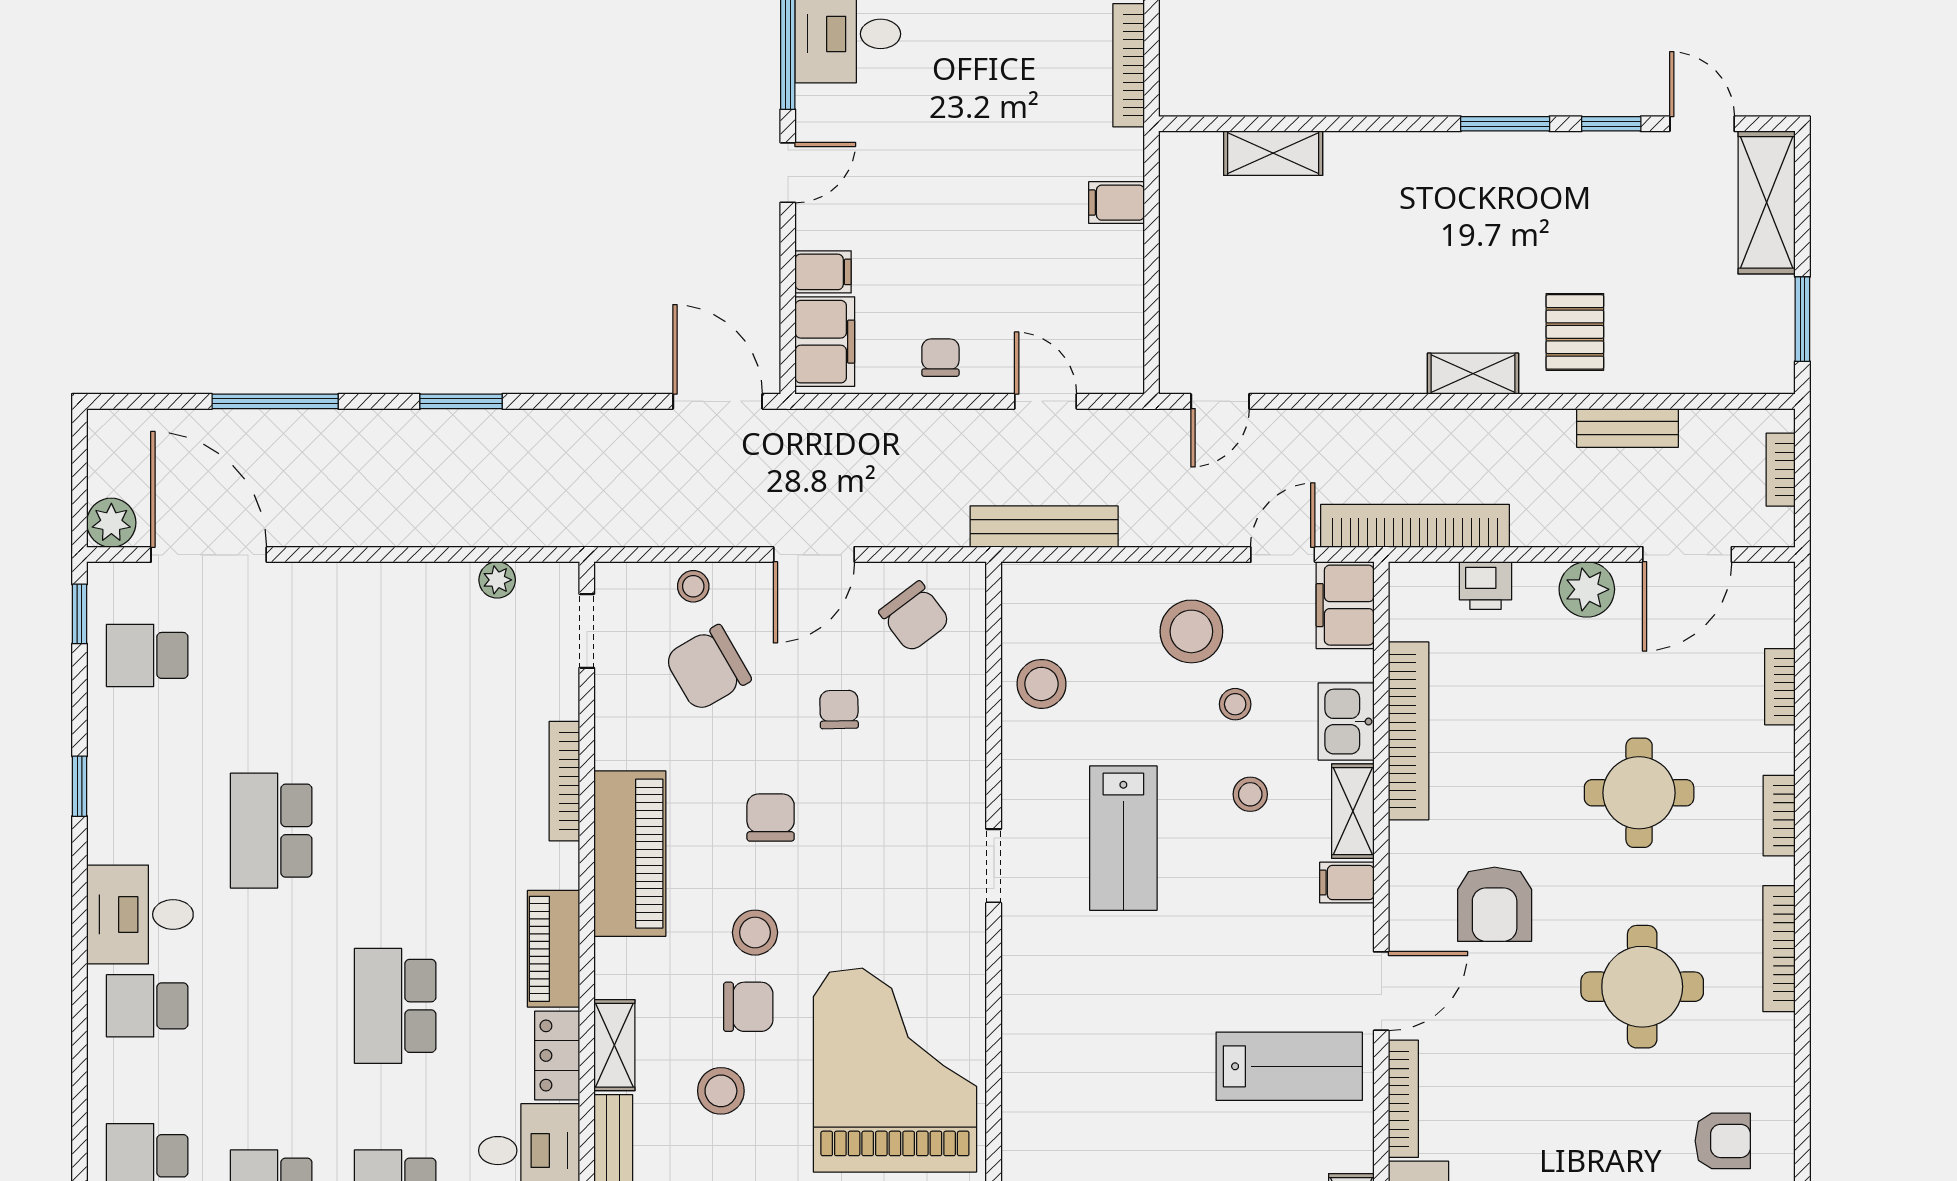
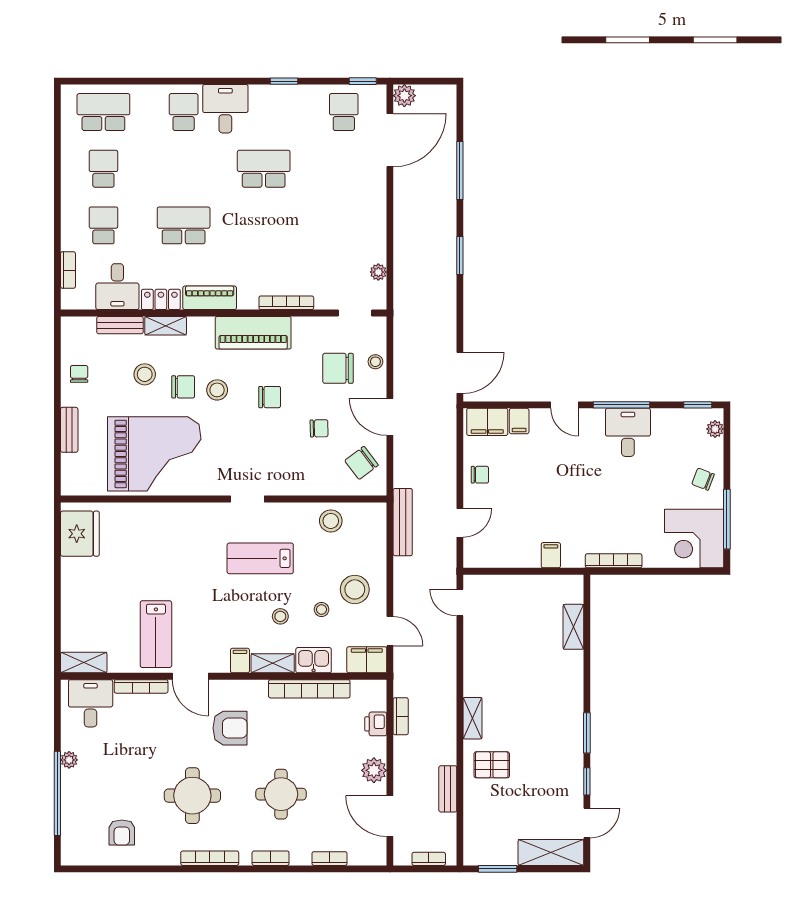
bookcase: (1415, 526) -> (401, 716), width x0.43, depth x0.76
chair: (708, 668) -> (338, 368), turned -60
armchair: (1495, 904) -> (230, 728), turned 180
chair: (748, 1007) -> (183, 387), turned -90

